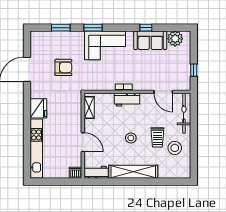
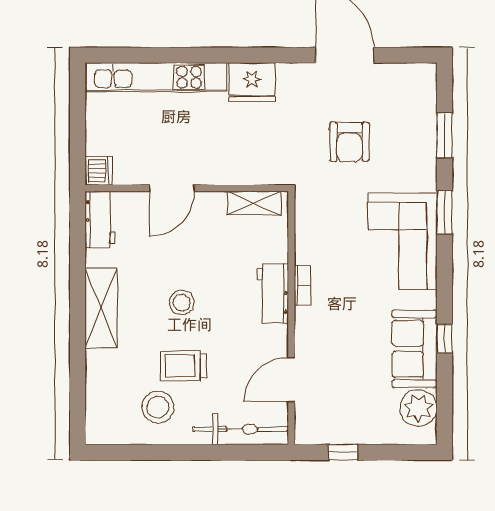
shelving: (133, 172) -> (101, 308), width x0.68

